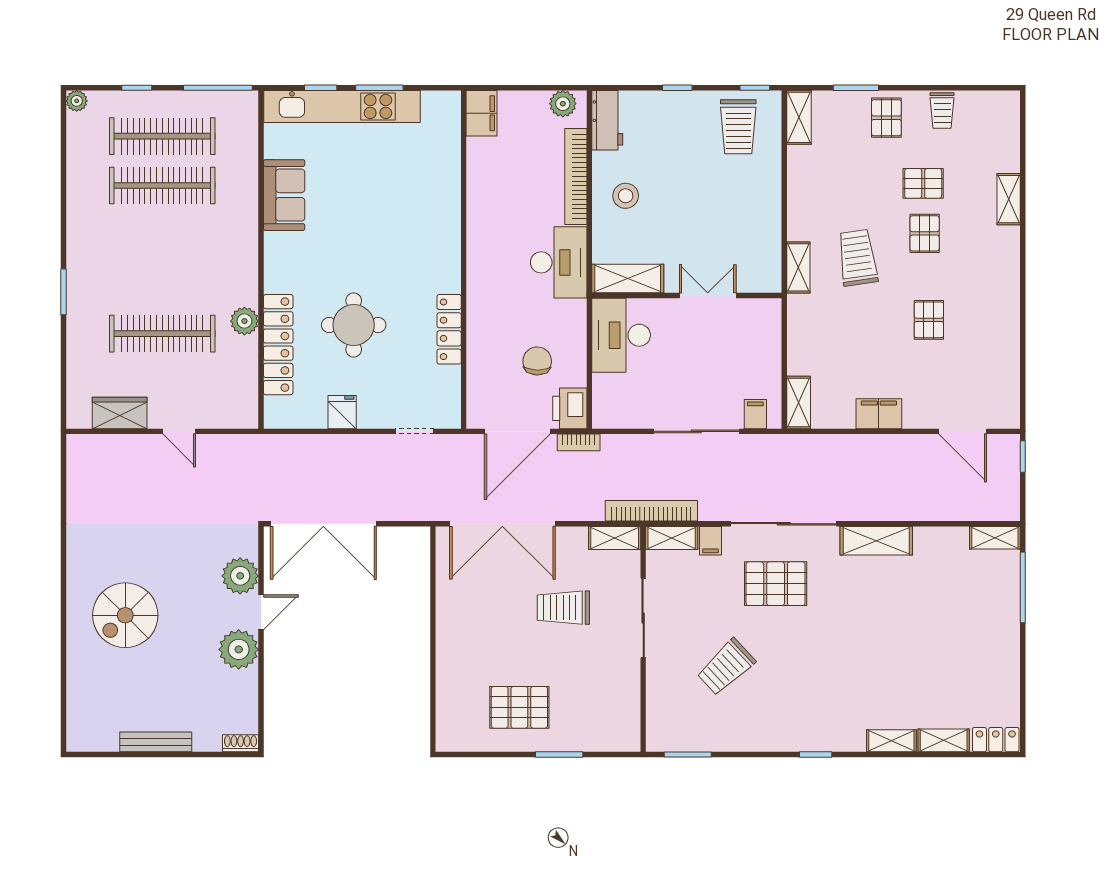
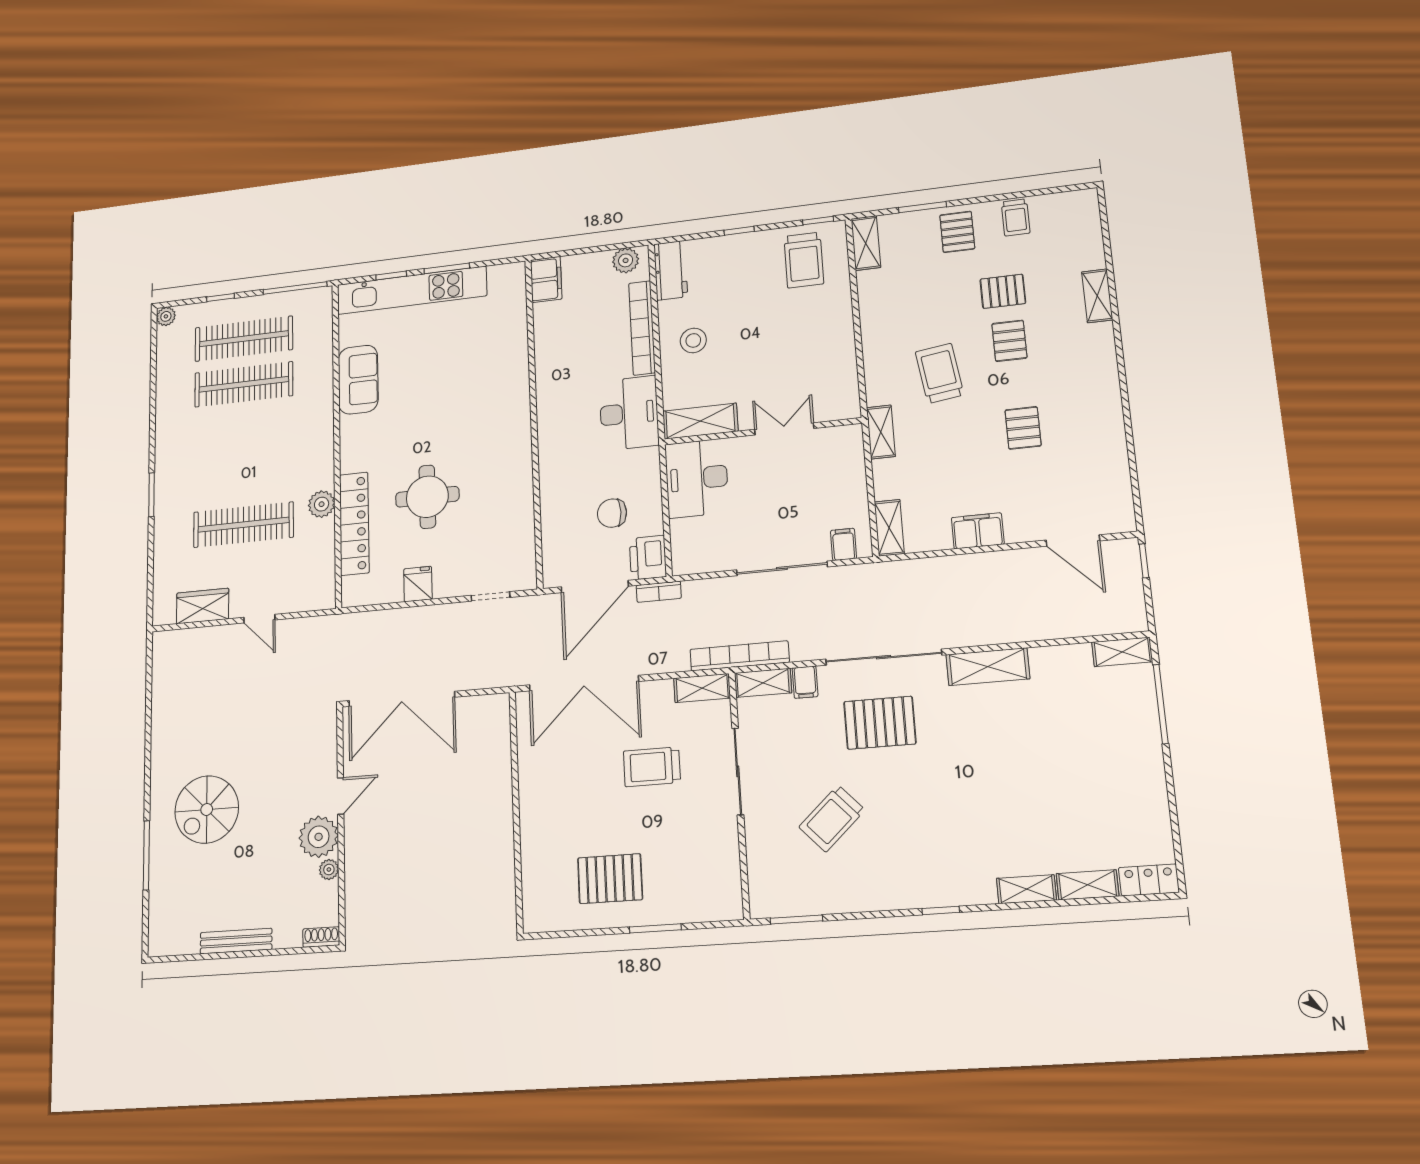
shelving: (798, 267) -> (881, 432), moved
locker: (449, 329) -> (522, 491), removed
chair: (537, 361) -> (612, 513), turned -91
plant: (240, 576) -> (329, 869), moved, width x0.53, depth x0.53
window: (64, 655) -> (146, 855), added

